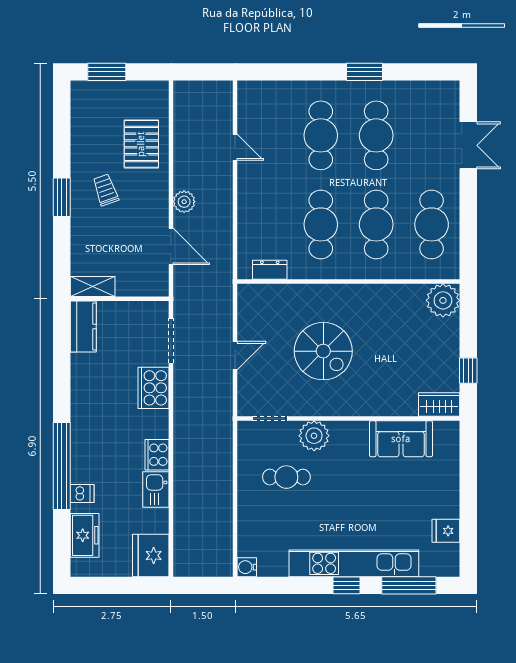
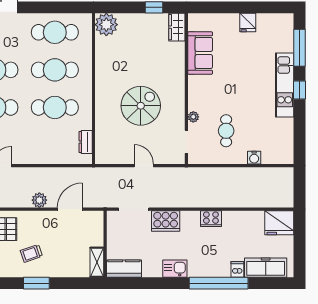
plant: (314, 436) -> (193, 117), width x0.53, depth x0.53
kitchen sink: (156, 490) -> (175, 269), moved, turned 180
fridge: (446, 531) -> (248, 23), moved
freezer: (85, 535) -> (266, 268), width x1.40
kitchen unit: (354, 563) -> (285, 85), width x0.73
water cooler: (247, 567) -> (254, 158), moved

